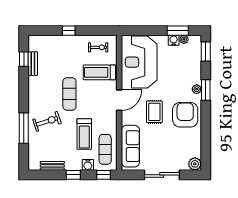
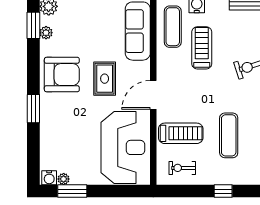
water cooler: (174, 40) -> (49, 178), moved
window: (206, 52) -> (33, 25), moved
plant: (197, 89) -> (46, 33), moved
exercise mat: (69, 94) -> (229, 135), moved
armchair: (185, 115) -> (62, 75), turned -90

